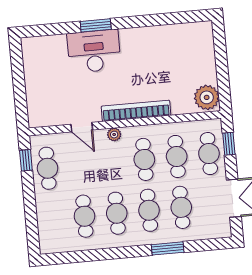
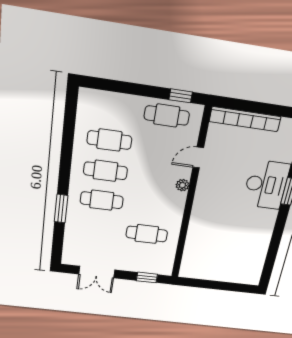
plant: (207, 97) -> (193, 268), removed
bookcase: (136, 111) -> (245, 119), moved, turned 90
cafe table: (209, 154) -> (142, 260), removed
cafe table: (144, 159) -> (151, 206), removed
cafe table: (181, 207) -> (98, 228), removed

